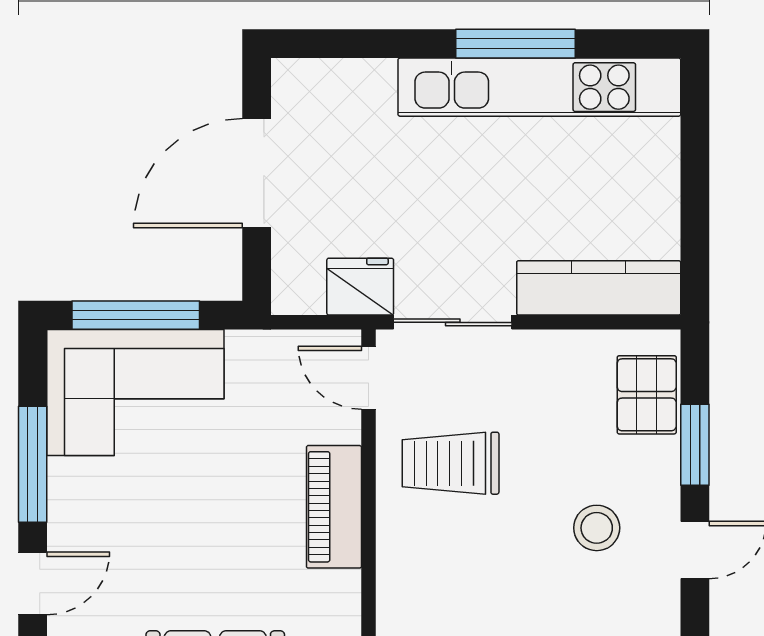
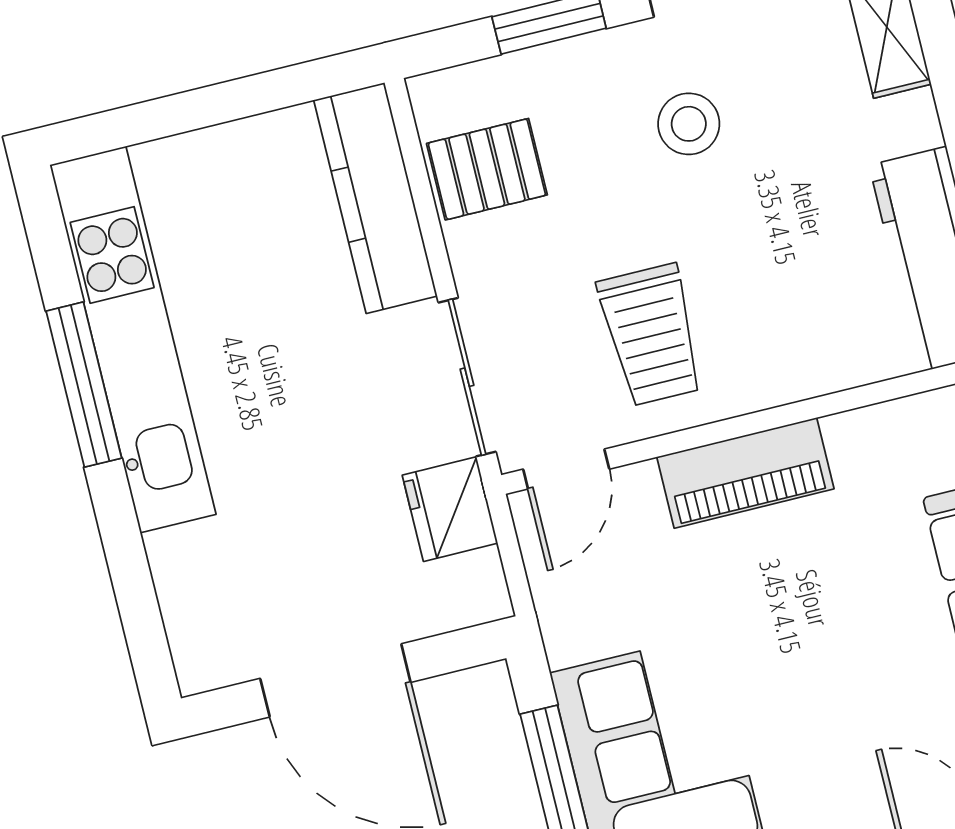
pallet: (647, 395) -> (487, 169), moved

